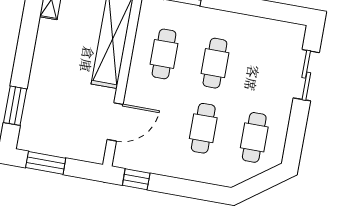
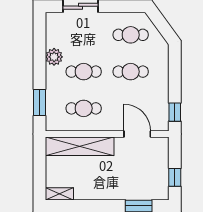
plant: (243, 26) -> (54, 57), added
window: (46, 163) -> (175, 177), width x0.67

